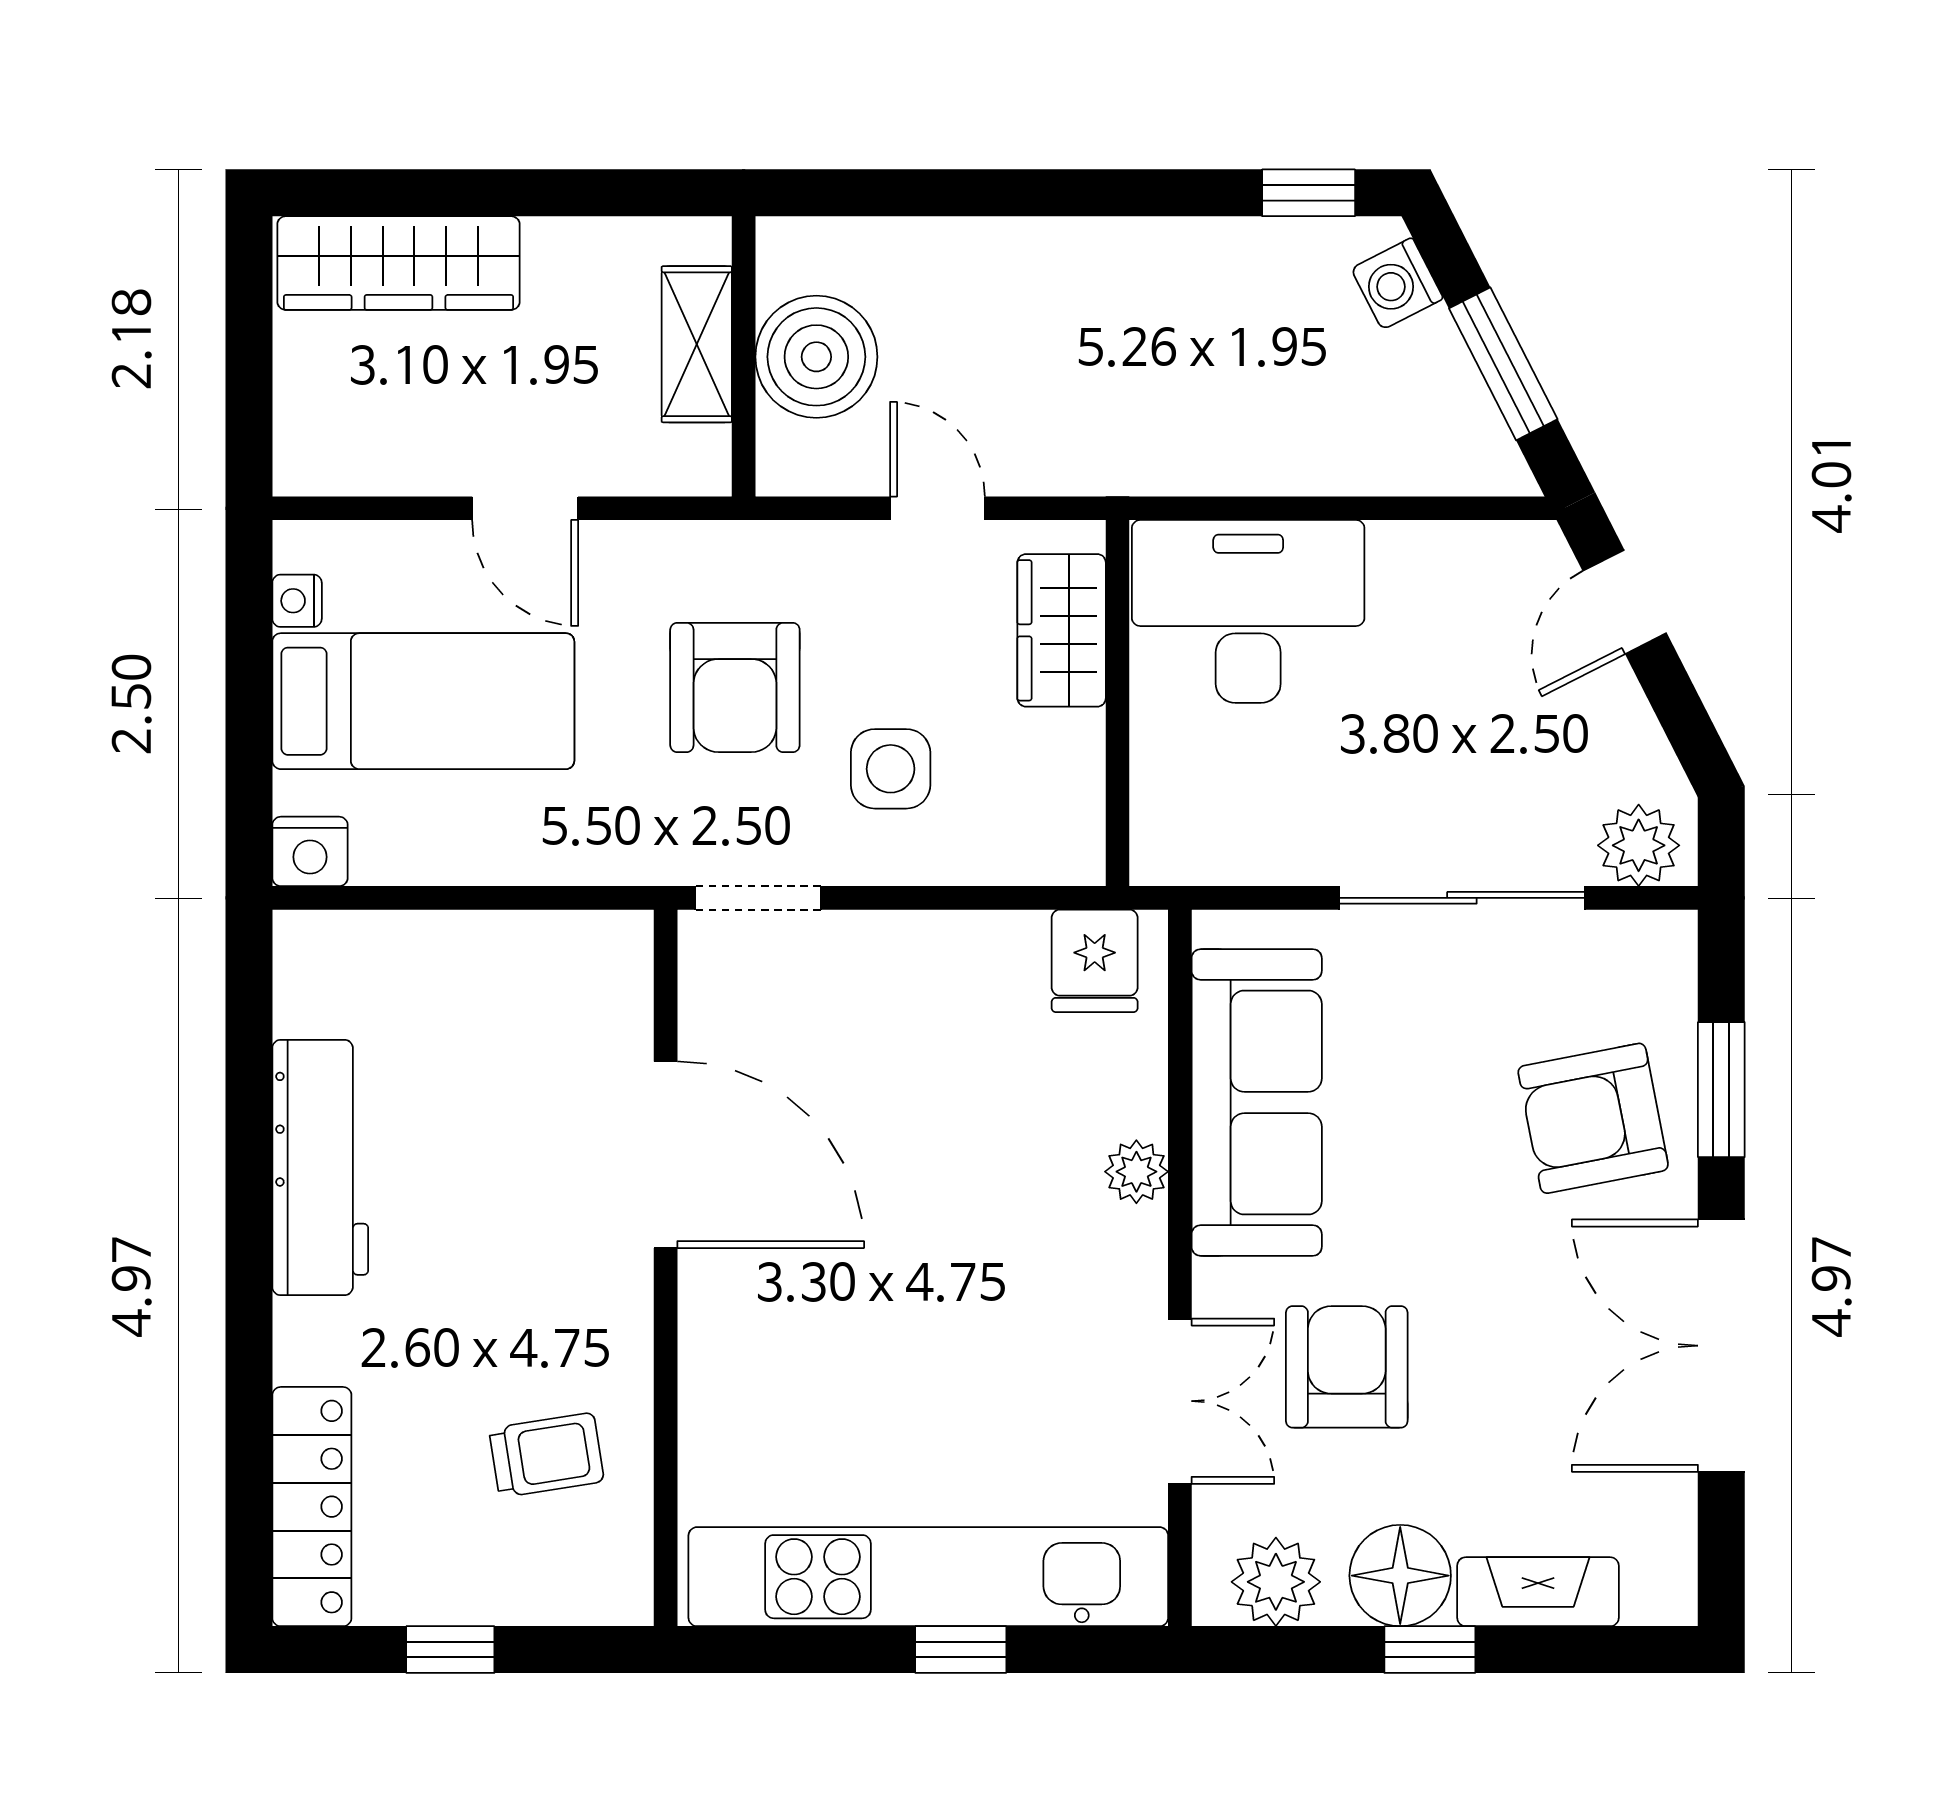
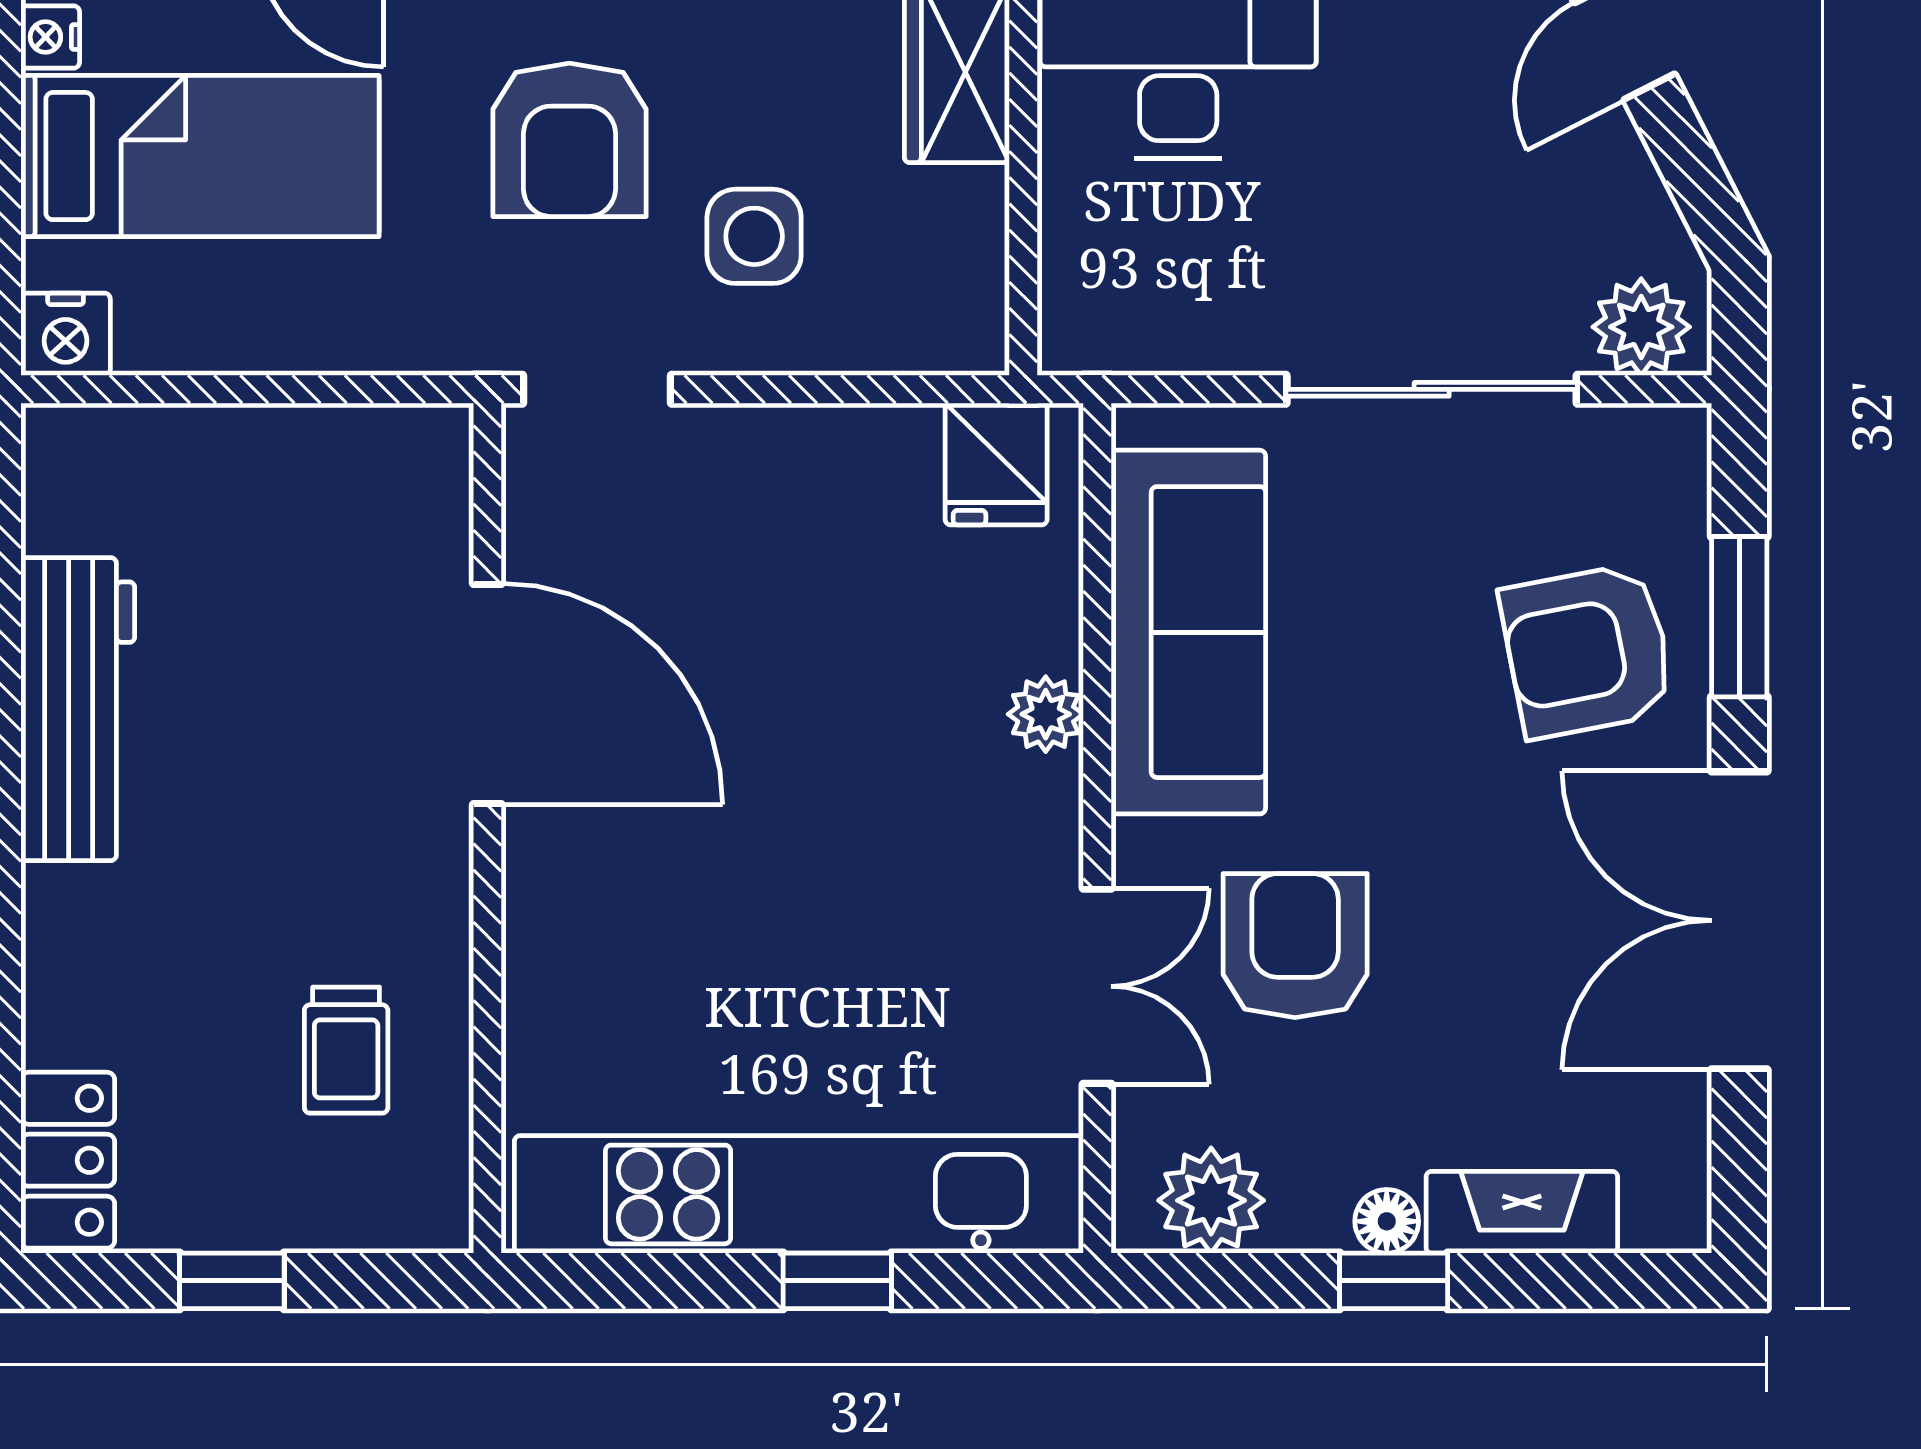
trolley: (547, 1455) -> (346, 1050), turned 99
locker: (312, 1507) -> (68, 1160), width x0.66
floor lamp: (1400, 1576) -> (1387, 1221), width x0.53, depth x0.53

